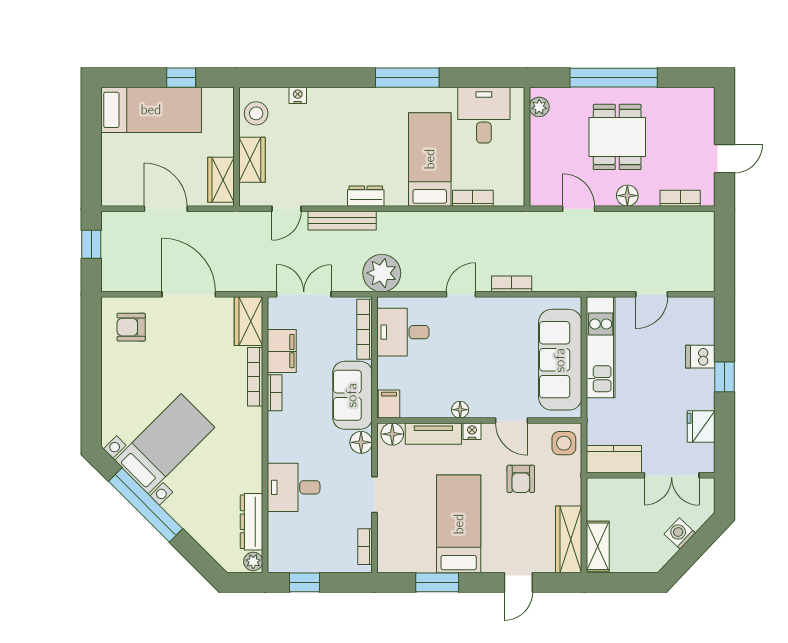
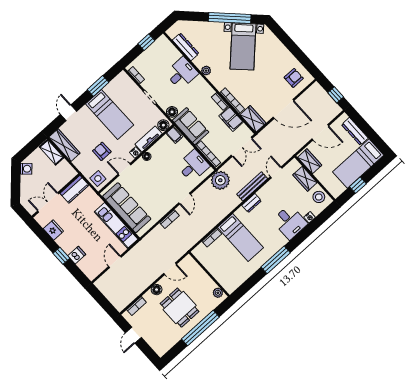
desk: (484, 115) -> (290, 222), moved
dresser: (112, 163) -> (355, 131), added
washing machine: (680, 534) -> (26, 169), moved
plant: (253, 561) -> (206, 71), moved

